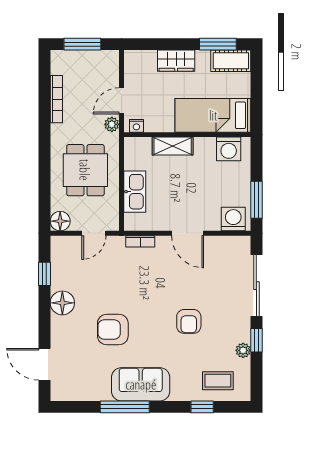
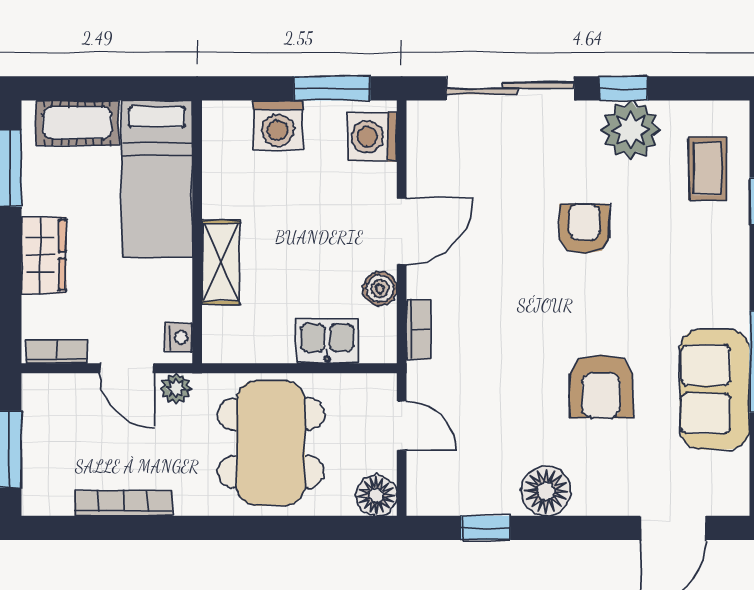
cot: (231, 61) -> (77, 123), moved, turned 90
bookcase: (130, 67) -> (56, 351), added
washing machine: (229, 149) -> (278, 125), moved, turned 90
dining table: (85, 170) -> (271, 443), width x1.38
kitchen sink: (135, 192) -> (327, 341), width x0.73
boiler: (160, 223) -> (380, 289), added
armchair: (189, 321) -> (584, 229), turned -90
plant: (243, 350) -> (631, 130), width x1.88, depth x1.88
sofa: (141, 384) -> (715, 389), moved

